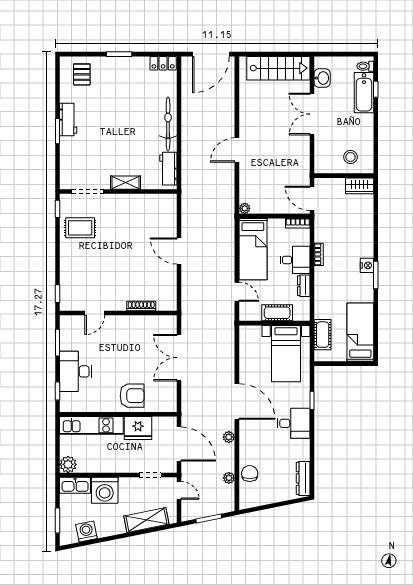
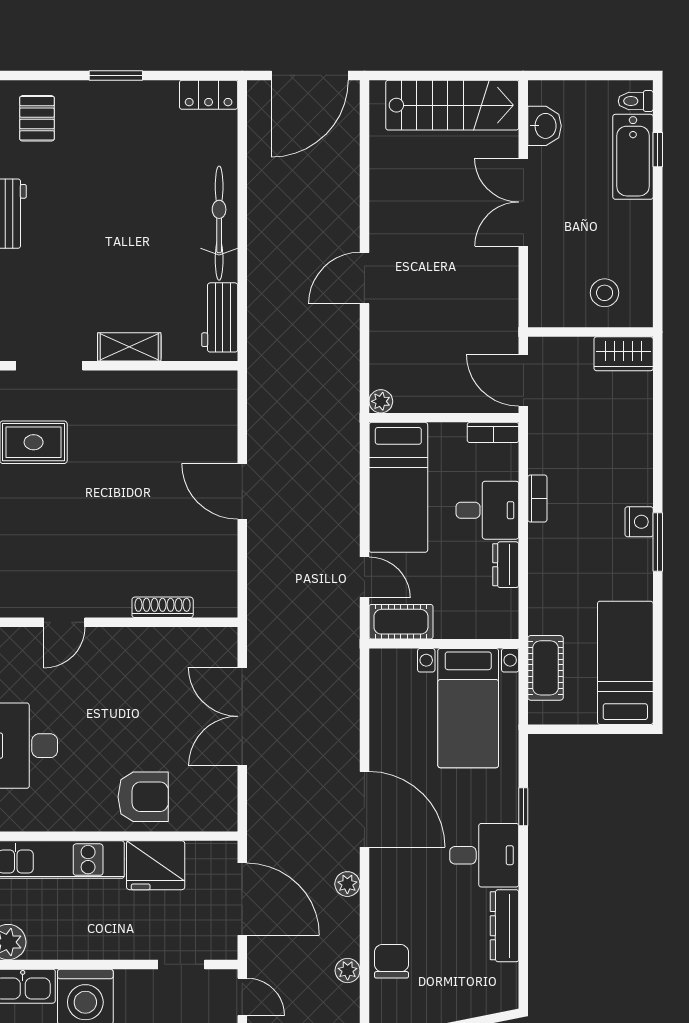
cot: (277, 313) -> (401, 622), moved
dresser: (303, 478) -> (505, 926), moved

